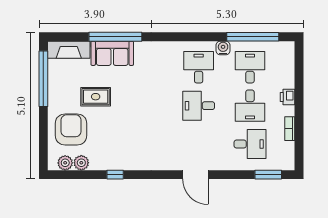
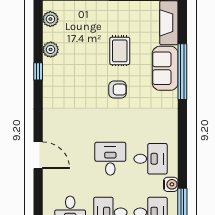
armchair: (71, 129) -> (118, 90), moved, width x0.53, depth x0.53
plant: (81, 163) -> (51, 50), moved
door: (195, 175) -> (38, 155), swing flipped

